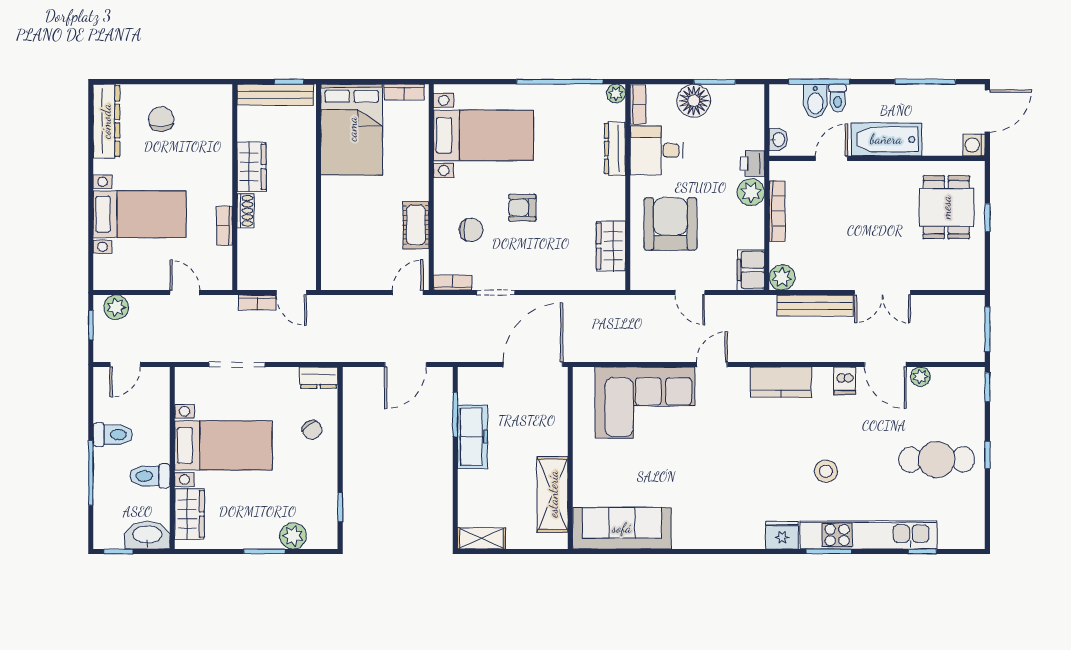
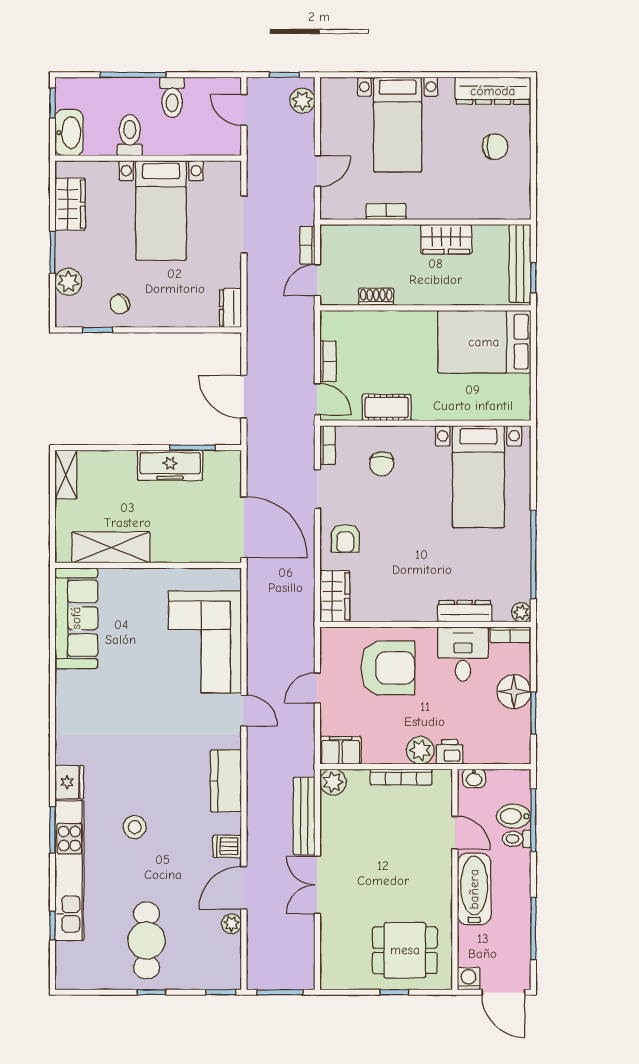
bookcase: (404, 92) -> (328, 361), moved, turned 180
armchair: (522, 208) -> (345, 538), moved, turned 180
shoe rack: (245, 211) -> (376, 297), moved, turned 180
wardrobe: (611, 246) -> (335, 596), moved, turned 90
chair: (312, 430) -> (120, 304), moved
wardrobe: (190, 514) -> (70, 204), moved, turned -90

